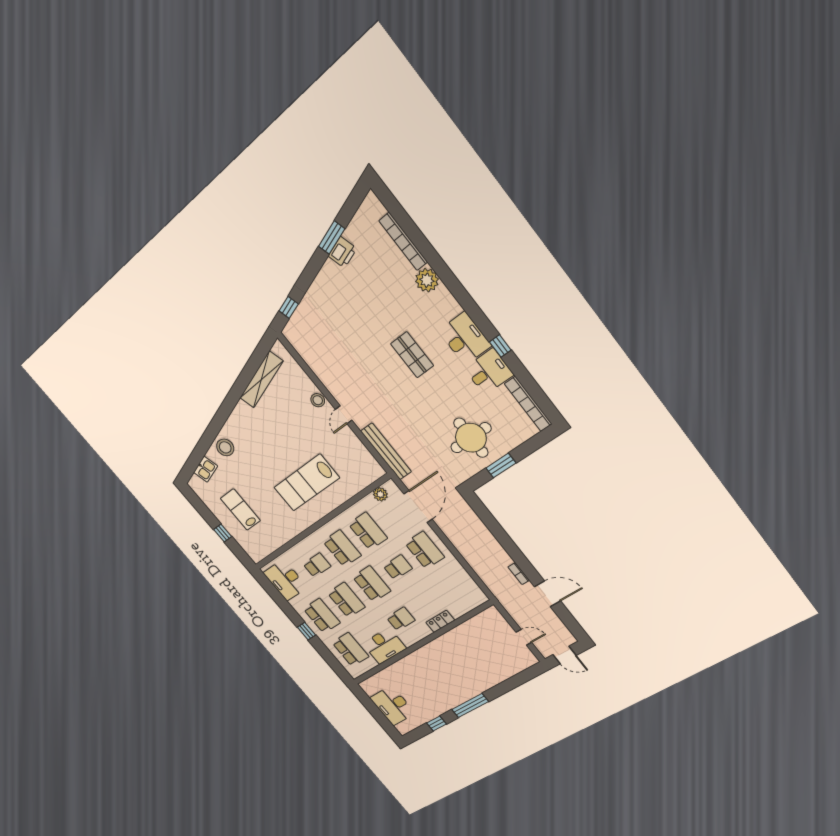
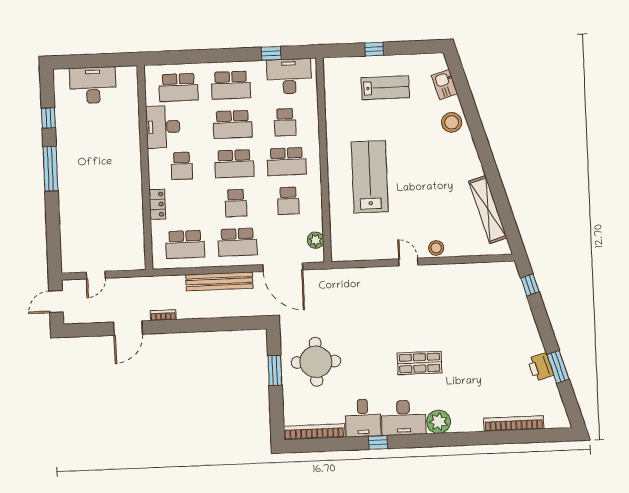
plant: (427, 280) -> (439, 422), moved
bench: (386, 451) -> (219, 281), moved
school desk: (368, 531) -> (288, 201), width x0.54
school desk: (454, 587) -> (185, 244), added
window: (306, 631) -> (271, 53), moved

